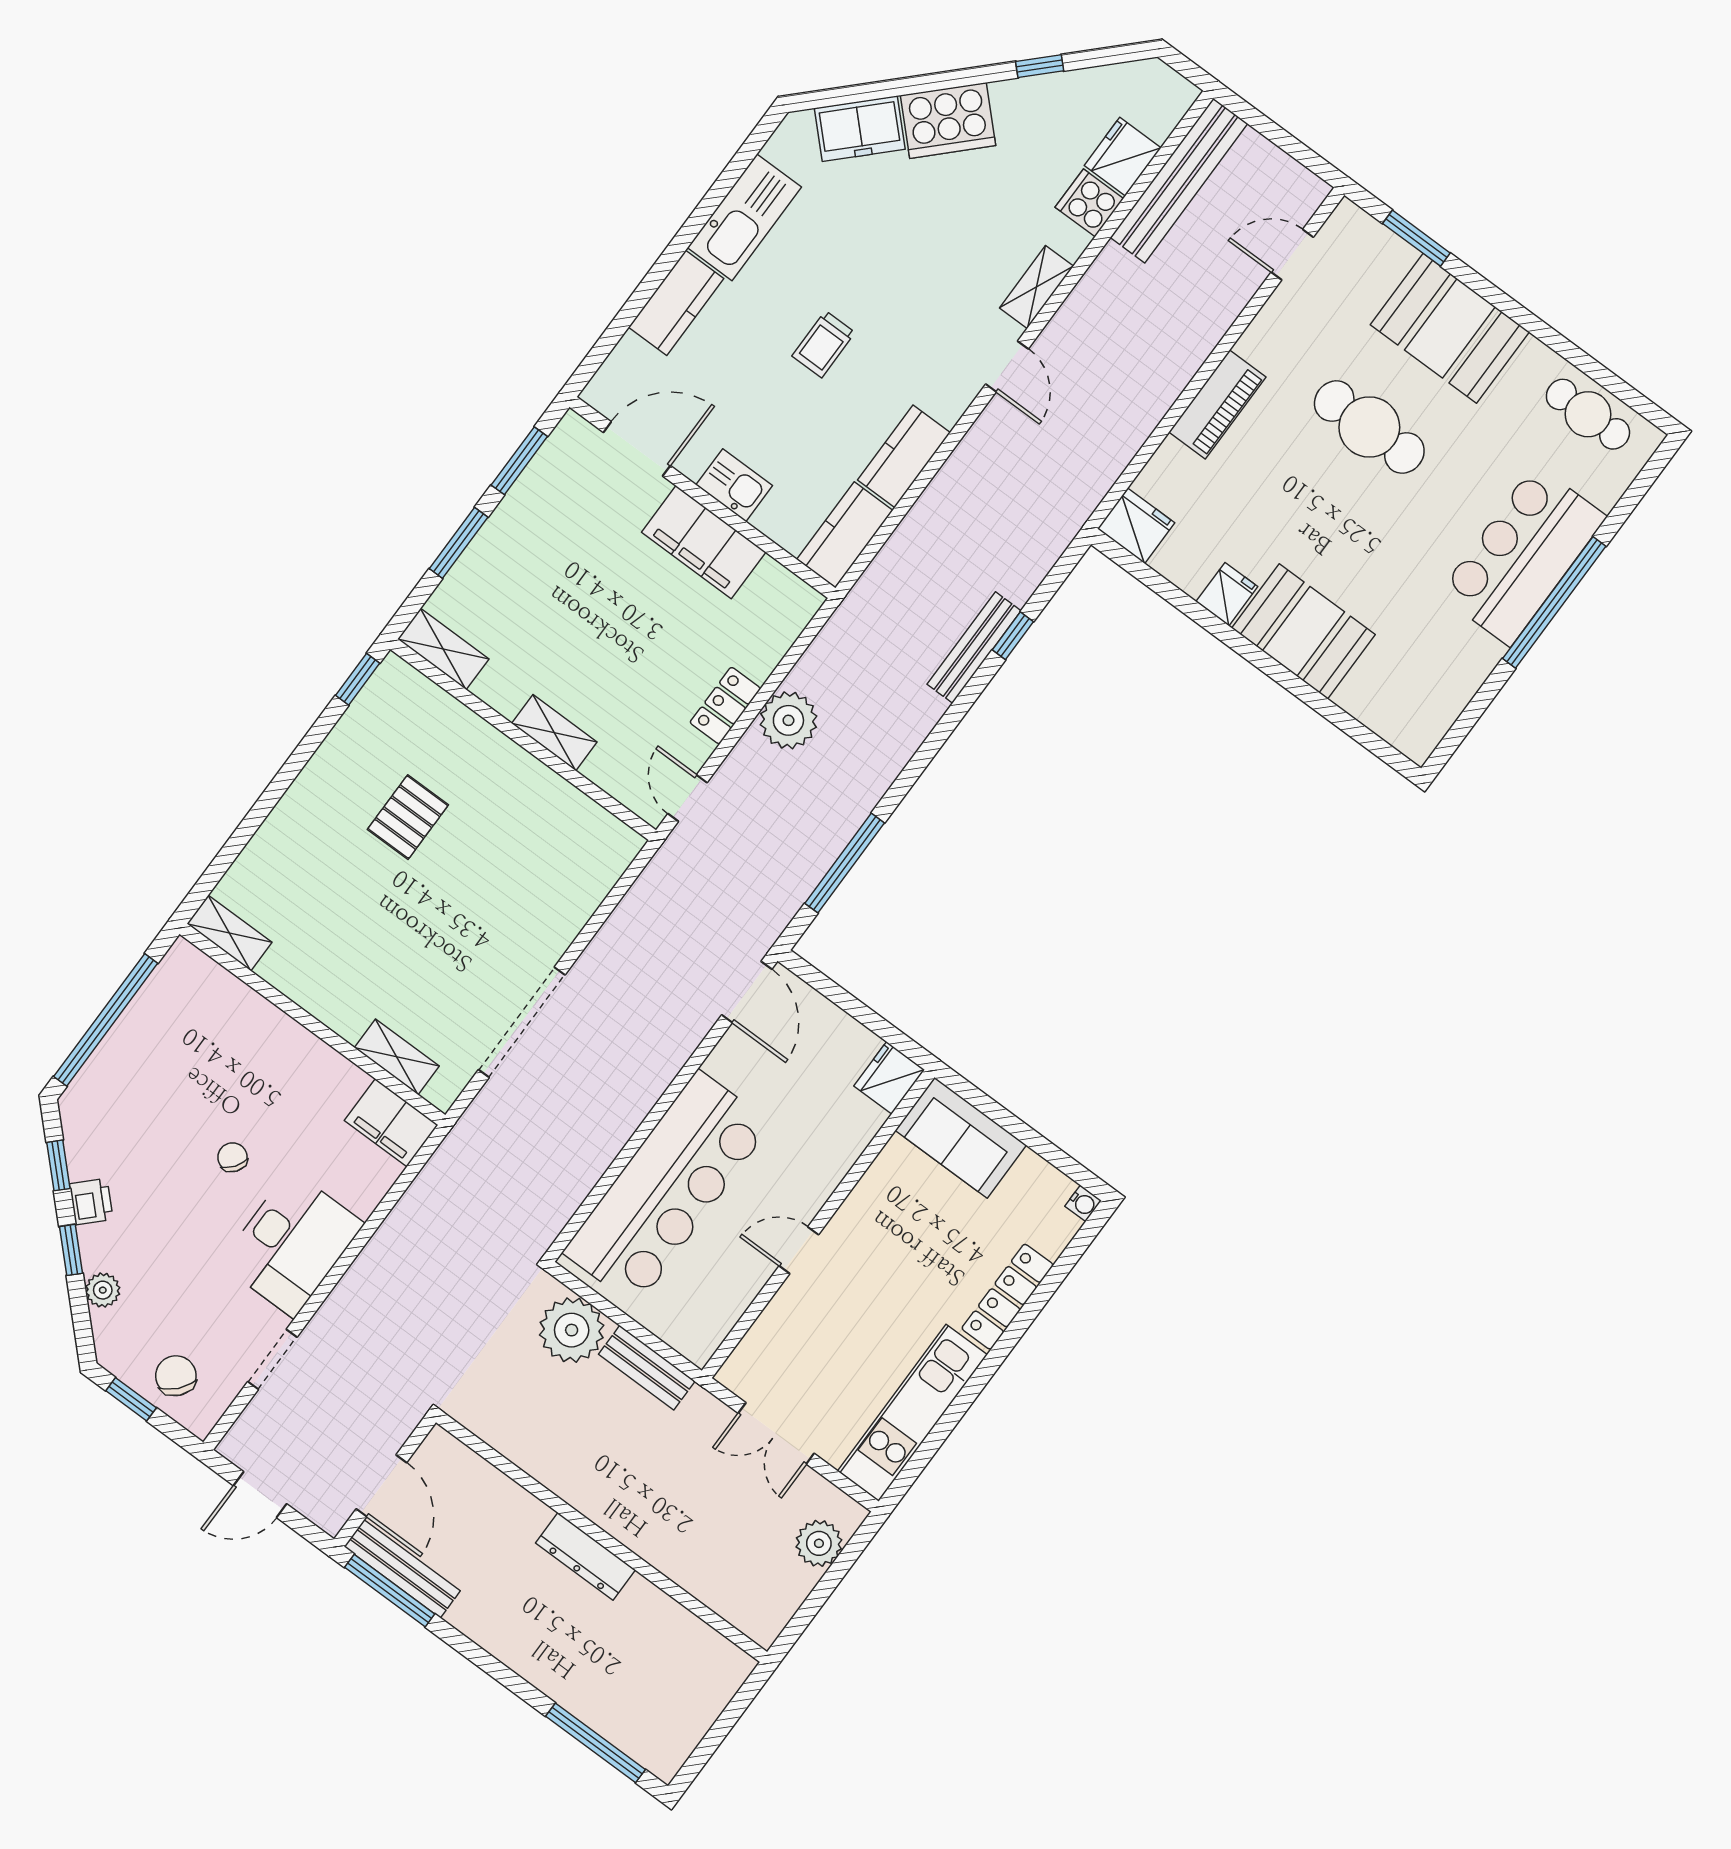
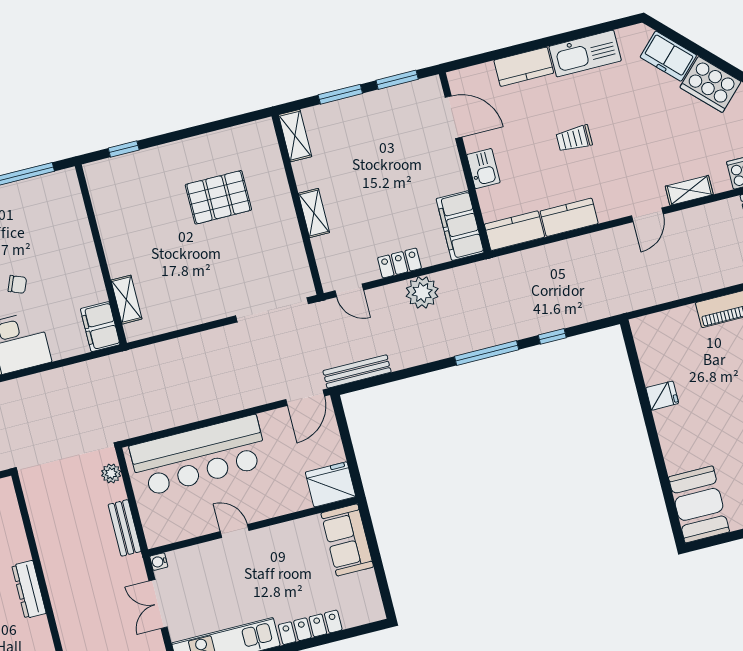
fridge: (1136, 526) -> (647, 332), removed
filing cabinet: (704, 542) -> (460, 226), moved
booth: (1303, 631) -> (699, 504), moved
bench: (974, 647) -> (357, 371), moved
window: (358, 679) -> (124, 149), moved
door: (688, 798) -> (349, 290), swing flipped
pallet: (408, 817) -> (218, 197), width x1.50, depth x1.42
window: (845, 863) -> (487, 353), moved
shelving: (229, 933) -> (97, 184), removed
doorway: (522, 1022) -> (272, 310), moved
fridge: (889, 1078) -> (330, 484), width x1.36, depth x1.34
chair: (233, 1157) -> (17, 284), turned 76
water cooler: (1083, 1203) -> (159, 562), moved, turned 90
plant: (572, 1330) -> (111, 473), width x0.53, depth x0.53

